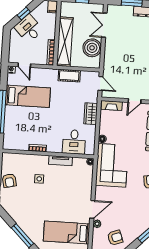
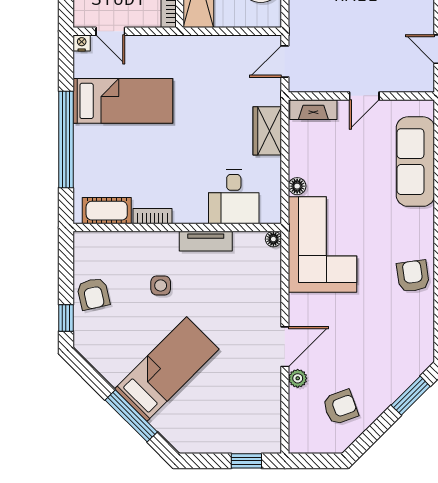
cot: (69, 76) -> (107, 211), moved
door: (100, 84) -> (285, 61), swing flipped
bed: (67, 232) -> (167, 369), moved, turned 135

